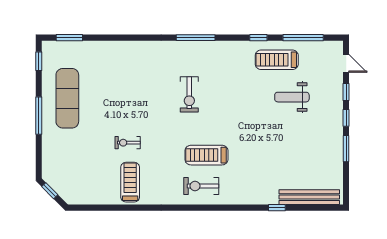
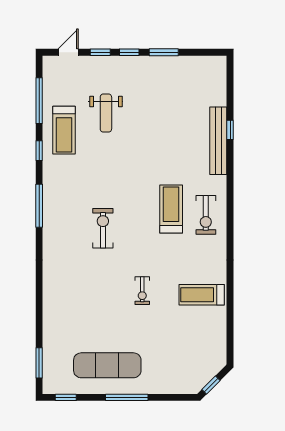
window: (196, 38) -> (39, 206), moved
exercise bike: (189, 94) -> (103, 228), turned -90
exercise bike: (128, 143) -> (142, 291), moved
treadmill: (206, 155) -> (171, 209), turned 180
bench: (309, 197) -> (218, 141), moved

